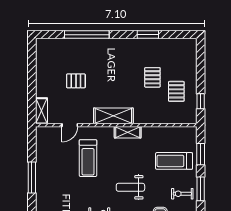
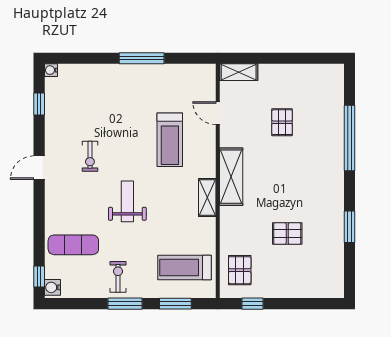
pallet: (176, 91) -> (240, 270), moved, turned 90
treadmill: (88, 158) -> (170, 140), turned -90
treadmill: (174, 161) -> (184, 268), moved, turned -90

